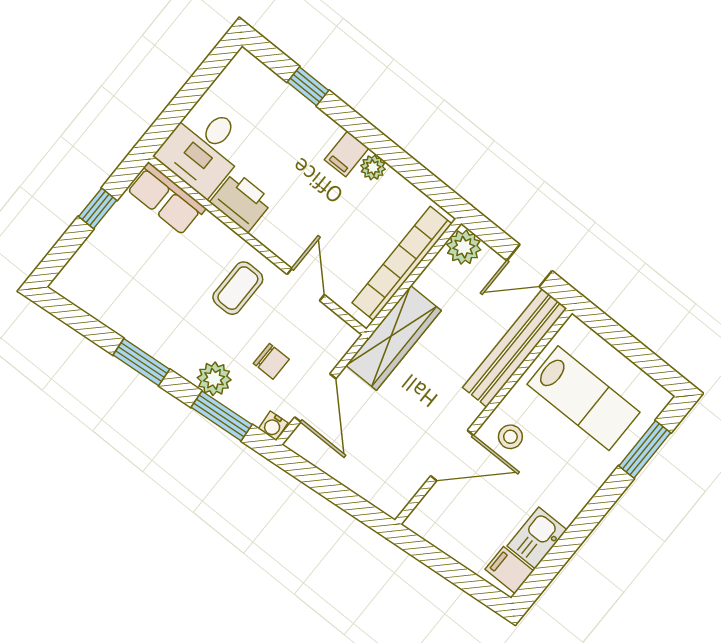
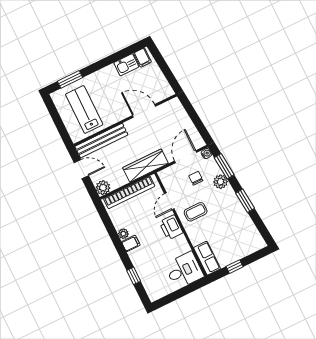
printer: (241, 202) -> (171, 227), moved
stool: (510, 437) -> (119, 108), removed

